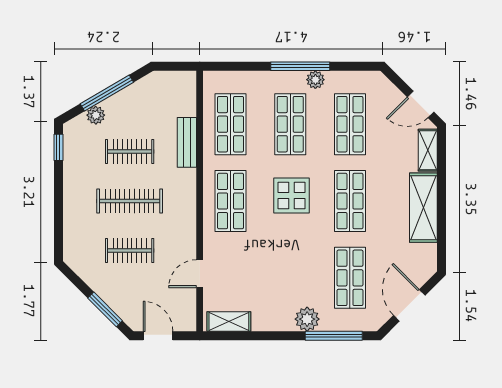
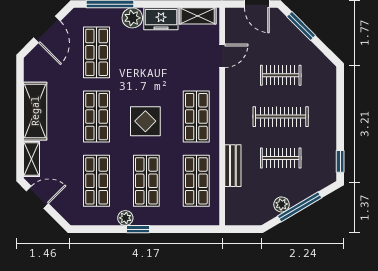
window: (300, 66) -> (138, 229), width x0.46
plant: (96, 115) -> (282, 204), moved
freezer: (273, 318) -> (161, 19), added

